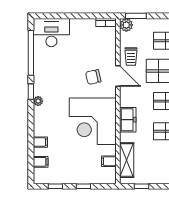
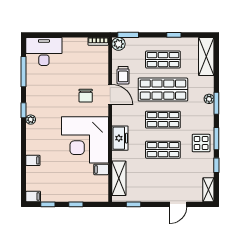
window: (31, 53) -> (24, 72), width x0.68
chair: (93, 77) -> (86, 96), turned -77
filing cabinet: (109, 161) -> (101, 169), moved
filing cabinet: (41, 162) -> (33, 197), moved

